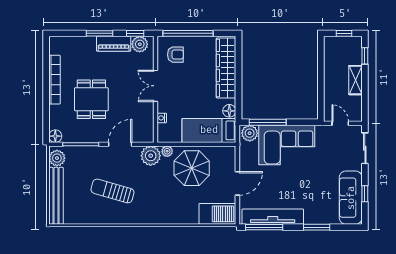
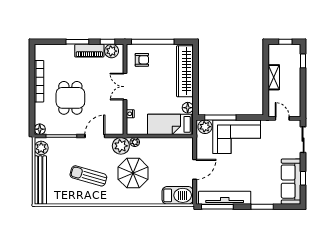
shelving: (355, 80) -> (274, 77), moved
parasol: (192, 168) -> (133, 173), moved

